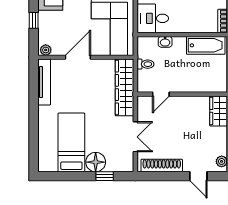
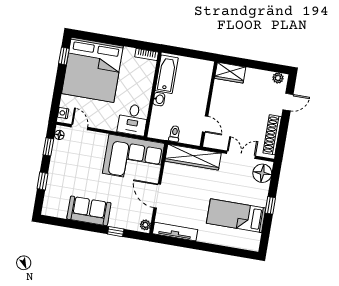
washbasin: (165, 42) -> (159, 99), moved
floor lamp: (96, 162) -> (262, 173), moved
window: (105, 176) -> (270, 205), moved

